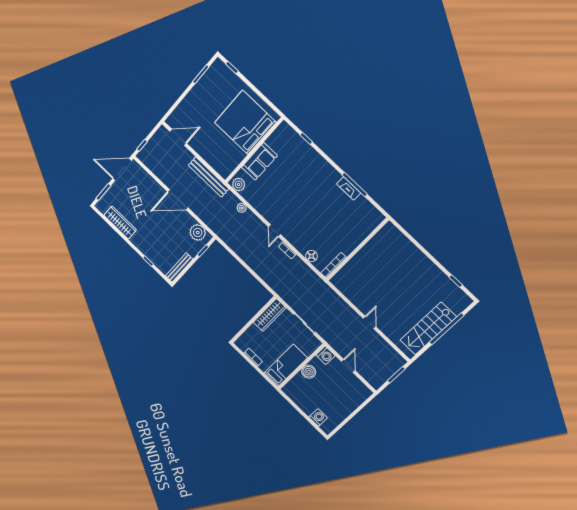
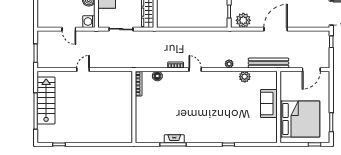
bed: (245, 122) -> (300, 119), moved
wall: (254, 150) -> (279, 107), moved
sofa: (259, 161) -> (269, 104), moved
door: (369, 323) -> (83, 70), swing flipped

